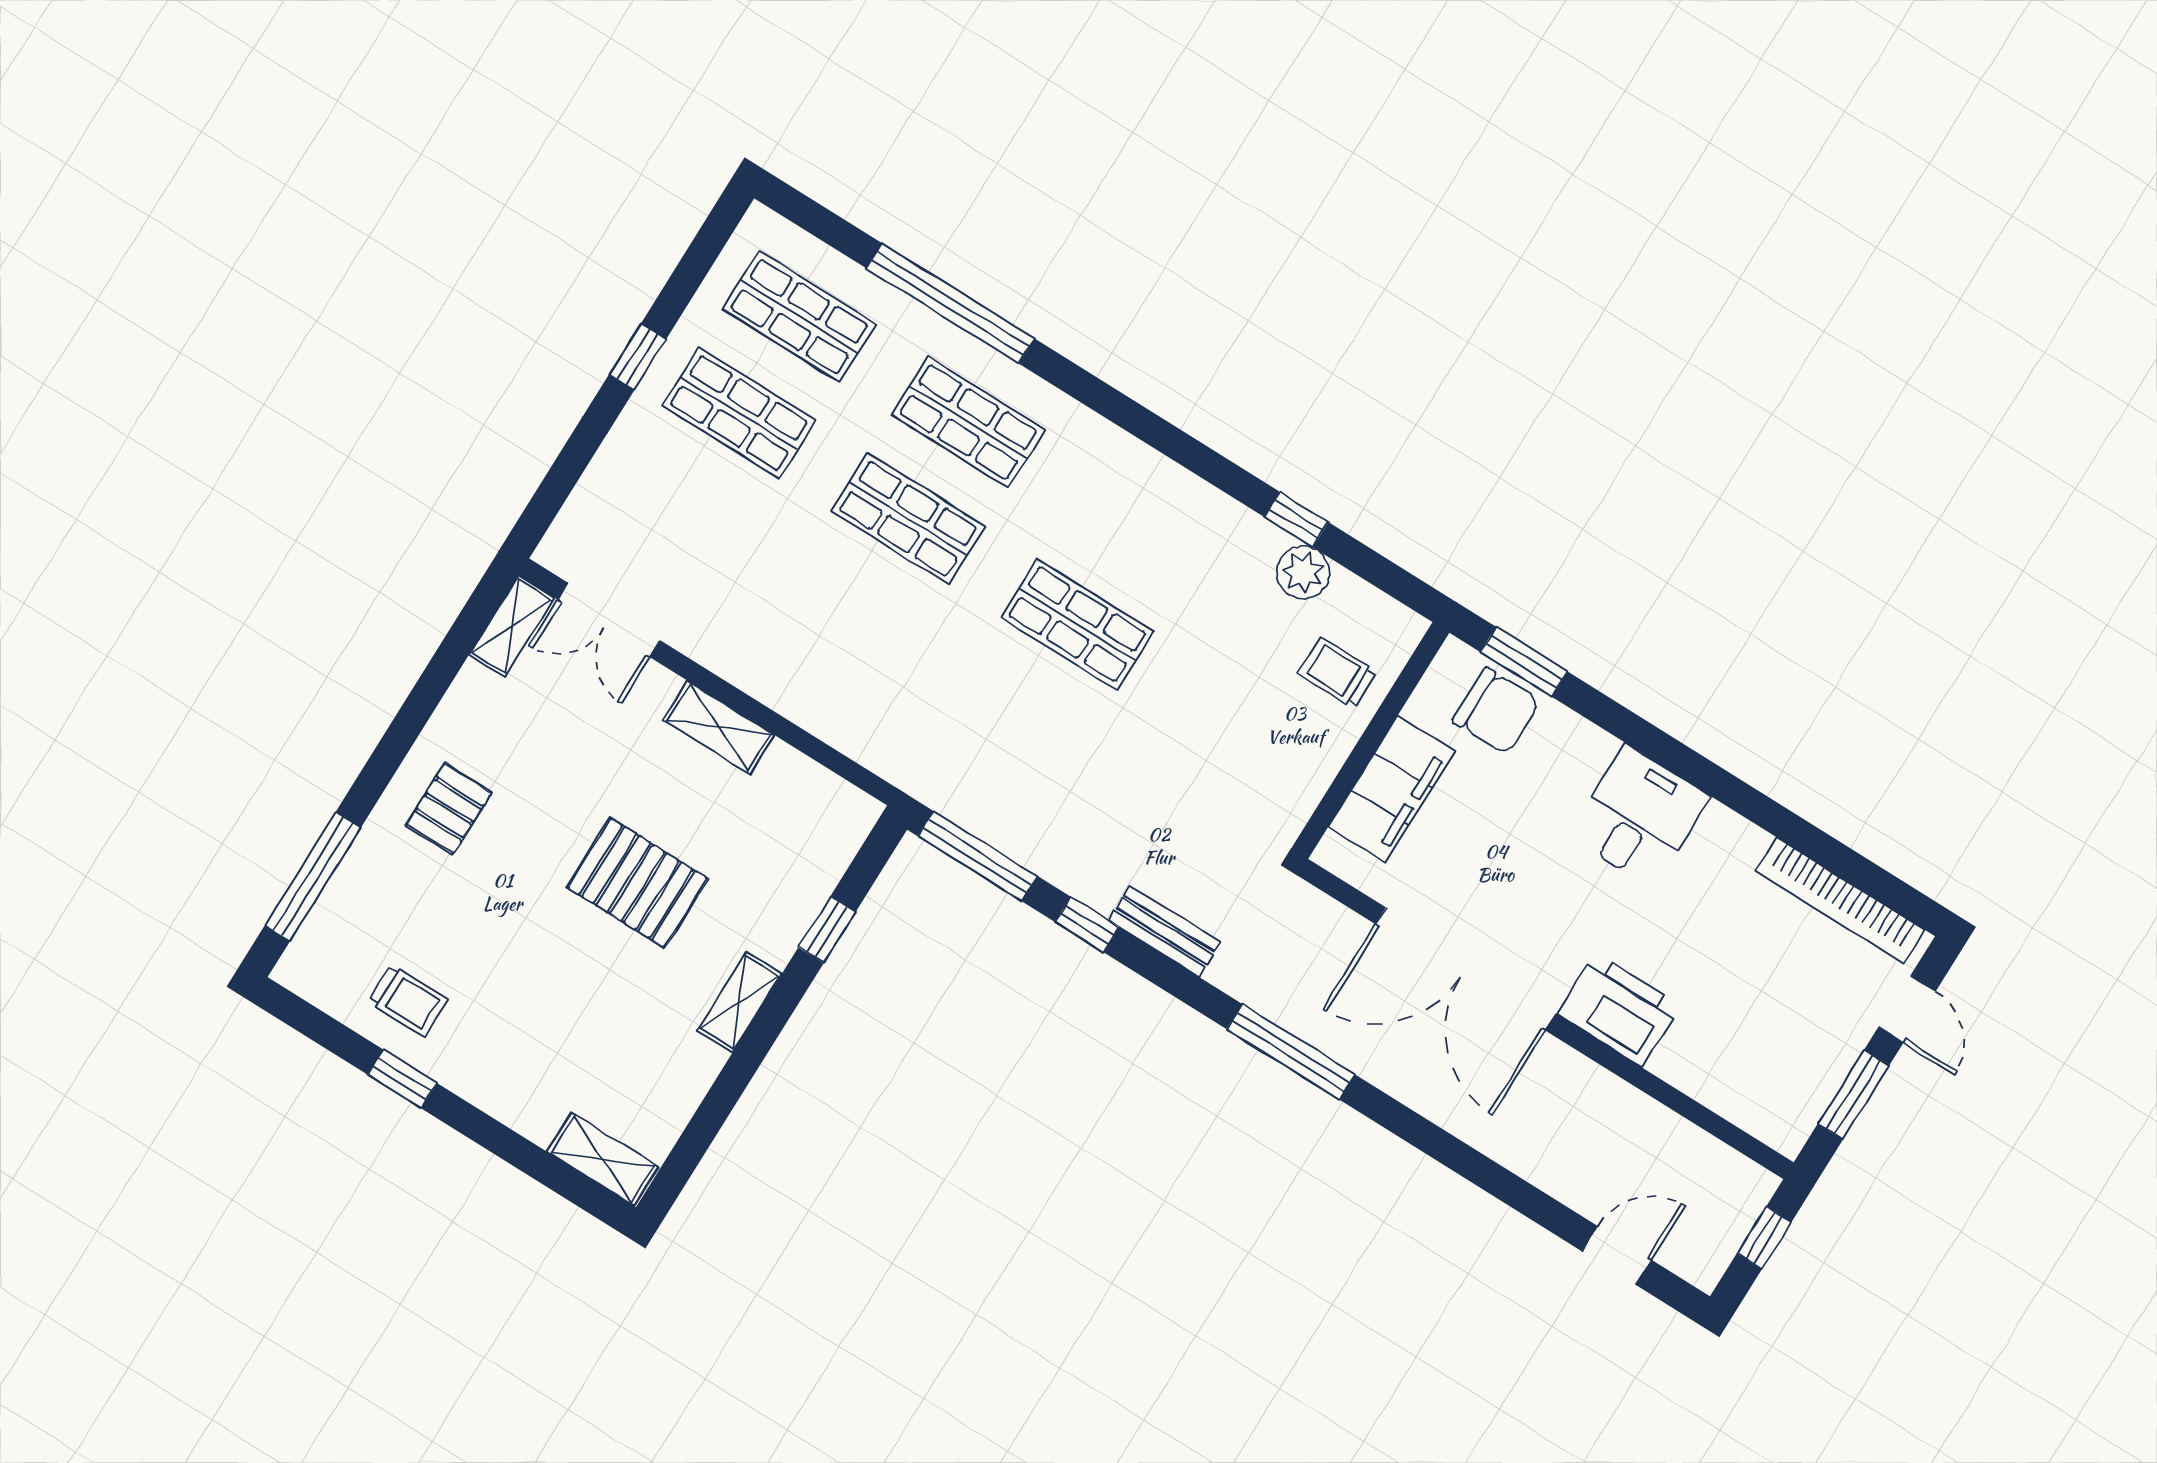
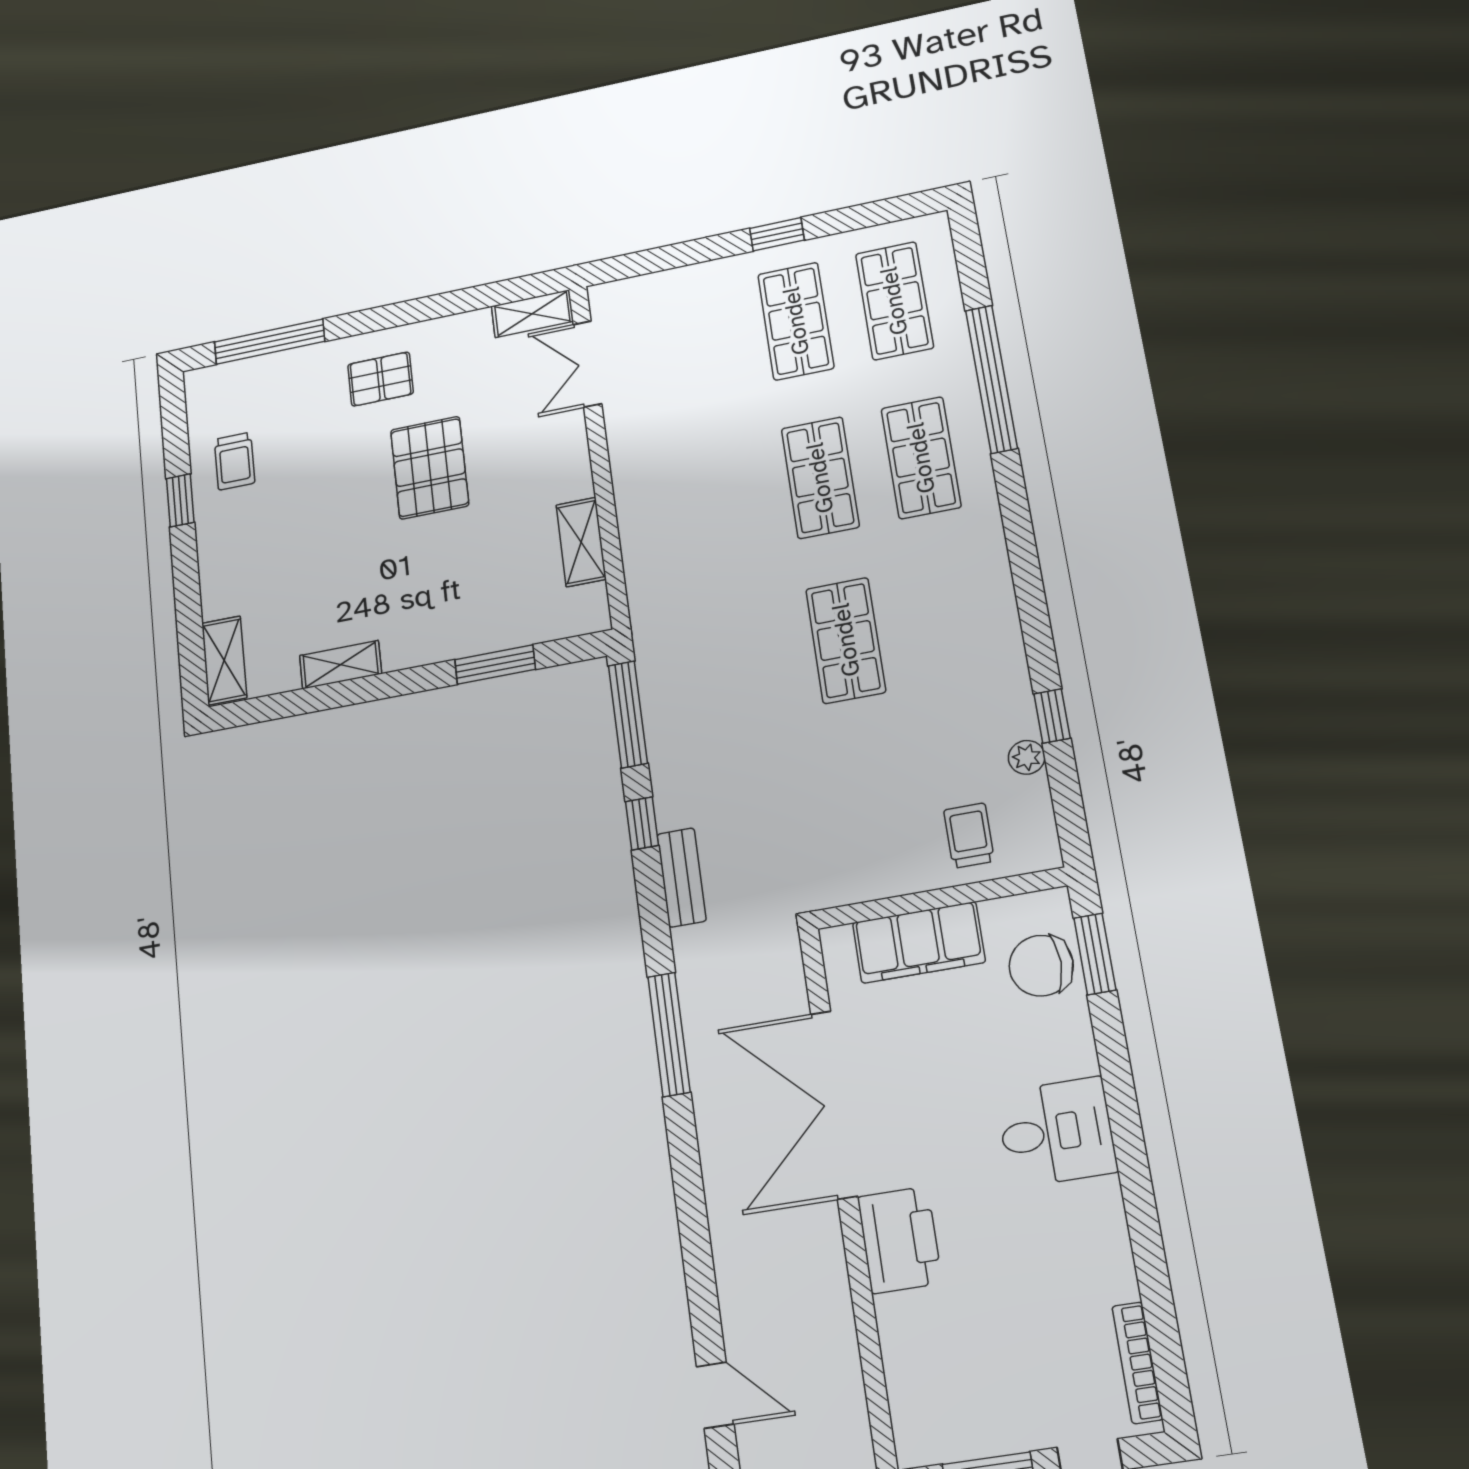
plant: (1303, 572) -> (1027, 757), width x0.73, depth x0.73
chair: (1496, 711) -> (1041, 966), turned 90
shelving: (719, 728) -> (581, 542), moved
pallet: (637, 883) -> (430, 468), moved
bookcase: (1840, 900) -> (1137, 1363), width x0.68, depth x0.76
window: (827, 930) -> (495, 665), width x1.50
shelving: (739, 1002) -> (341, 665), moved

